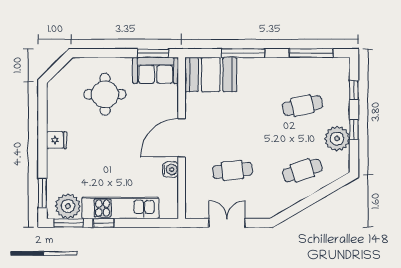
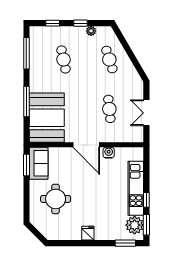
booth: (211, 75) -> (47, 118), width x1.36, depth x1.42
plant: (337, 139) -> (91, 31), width x0.53, depth x0.53

